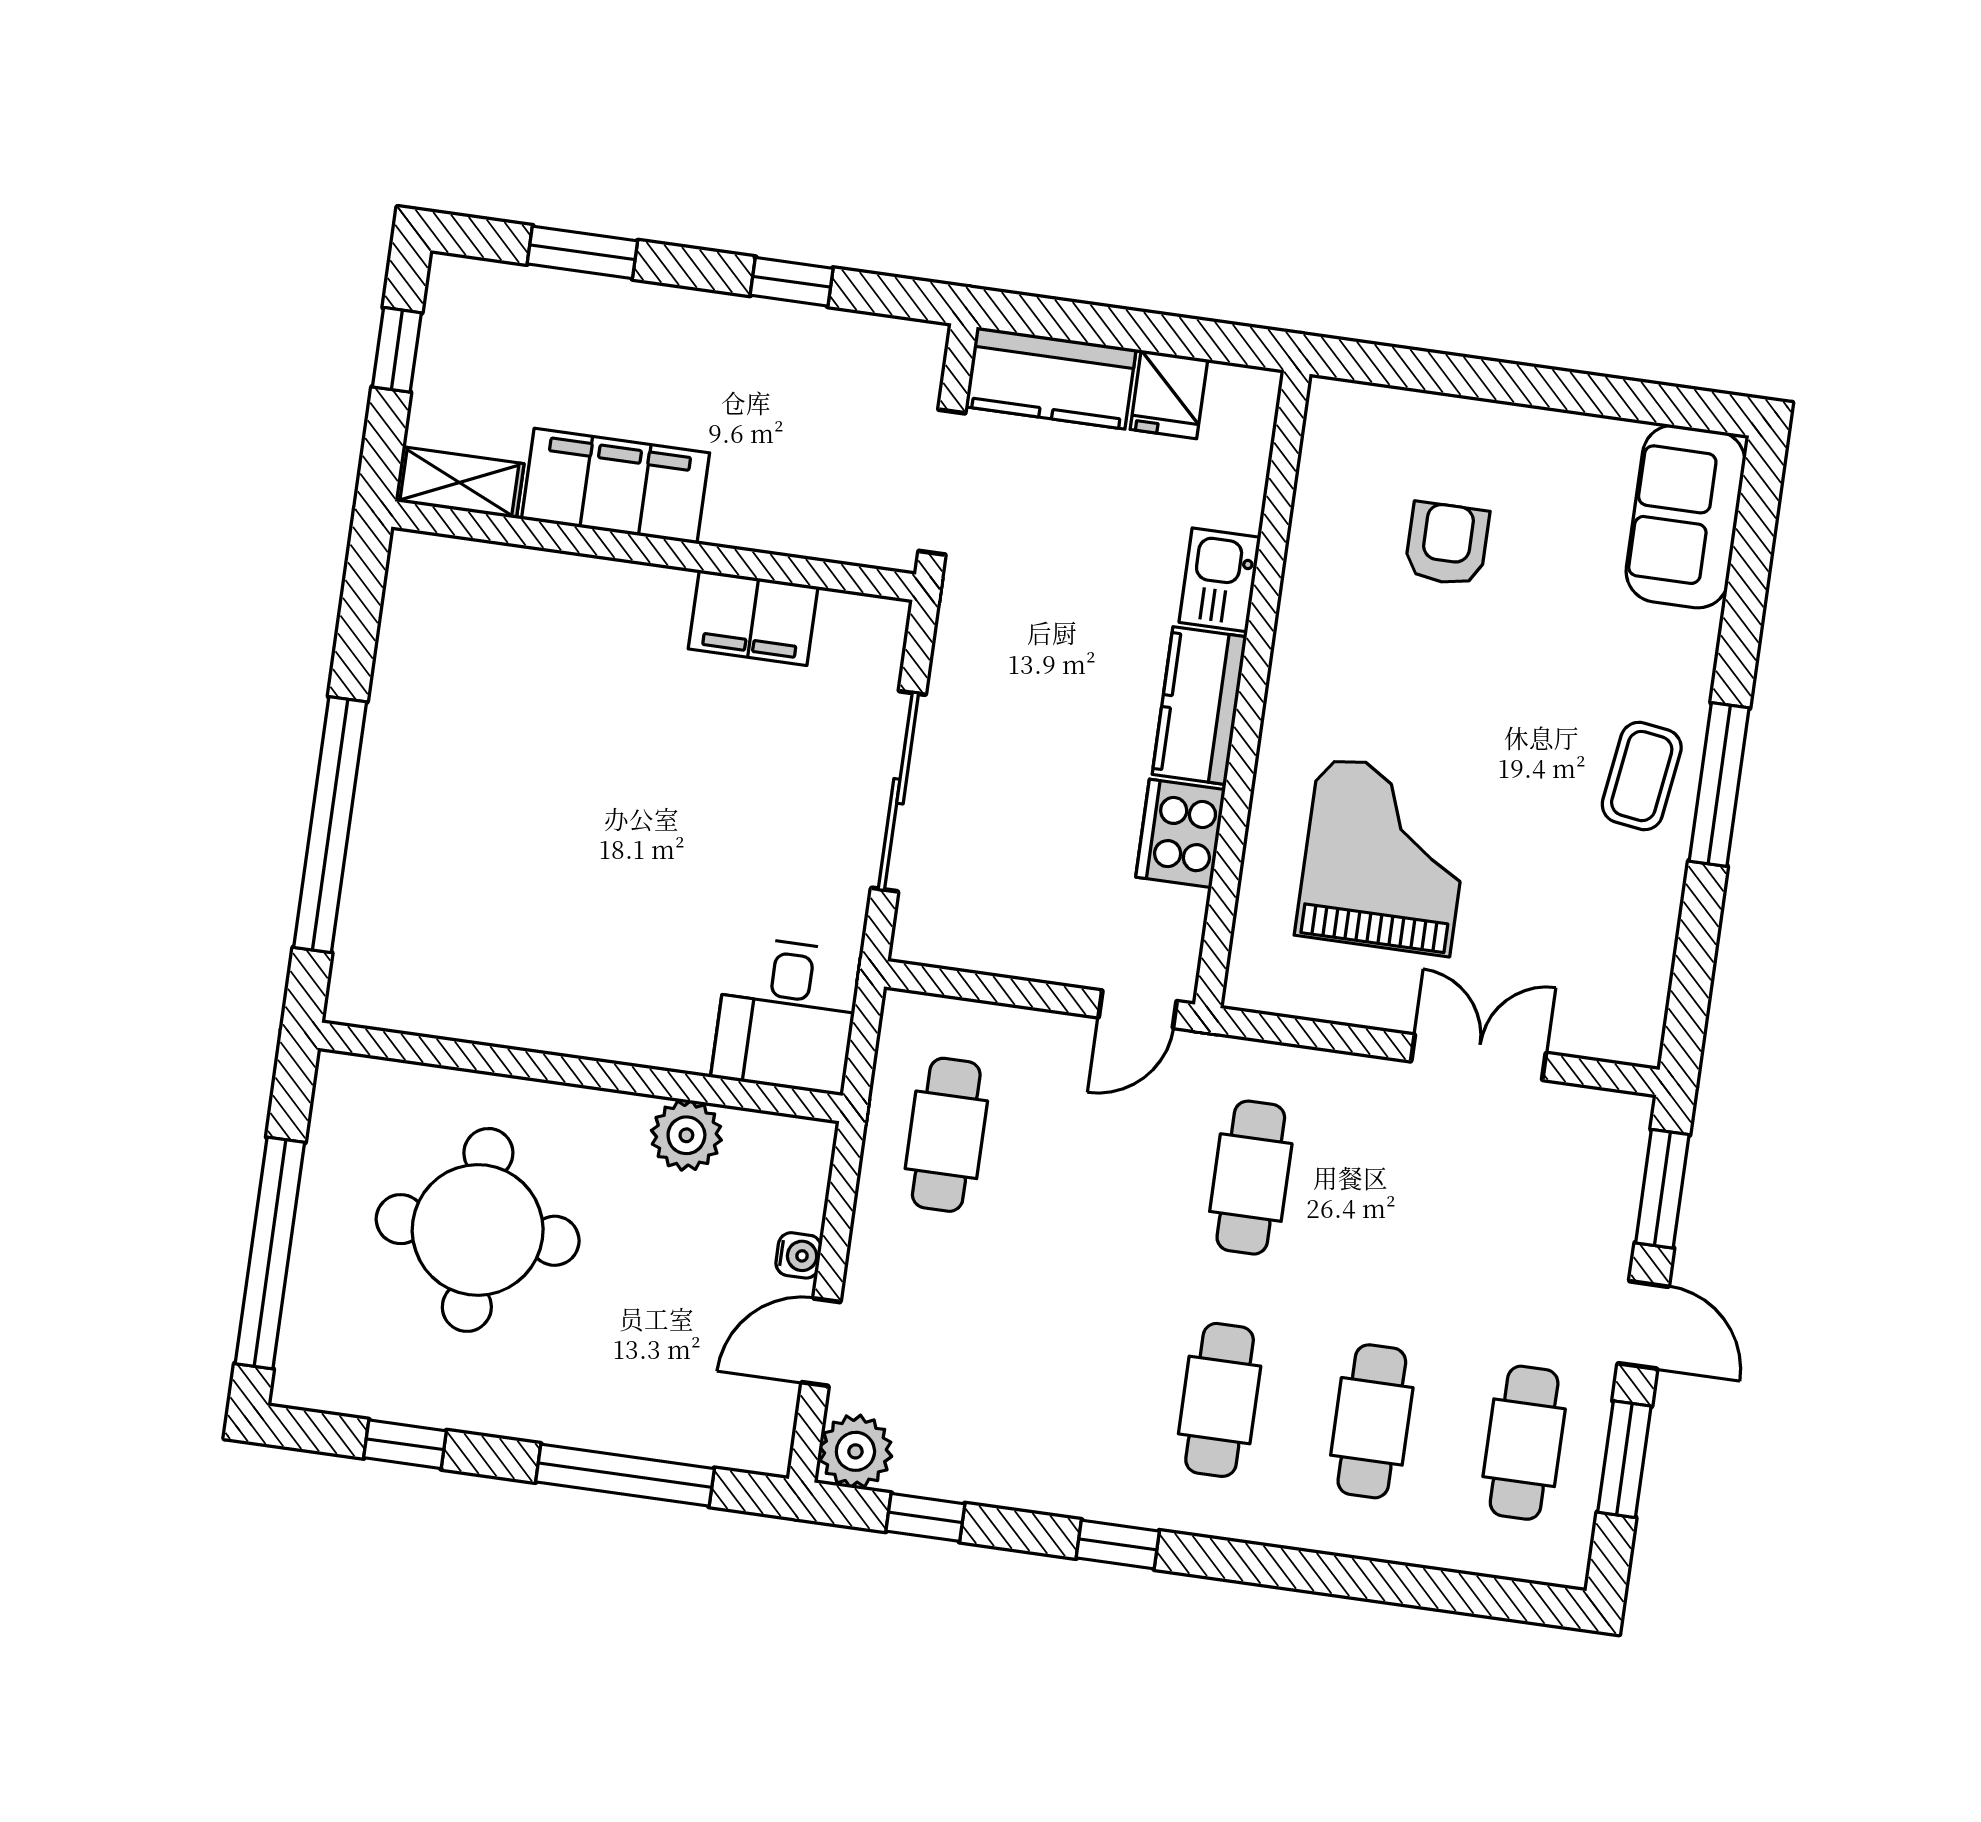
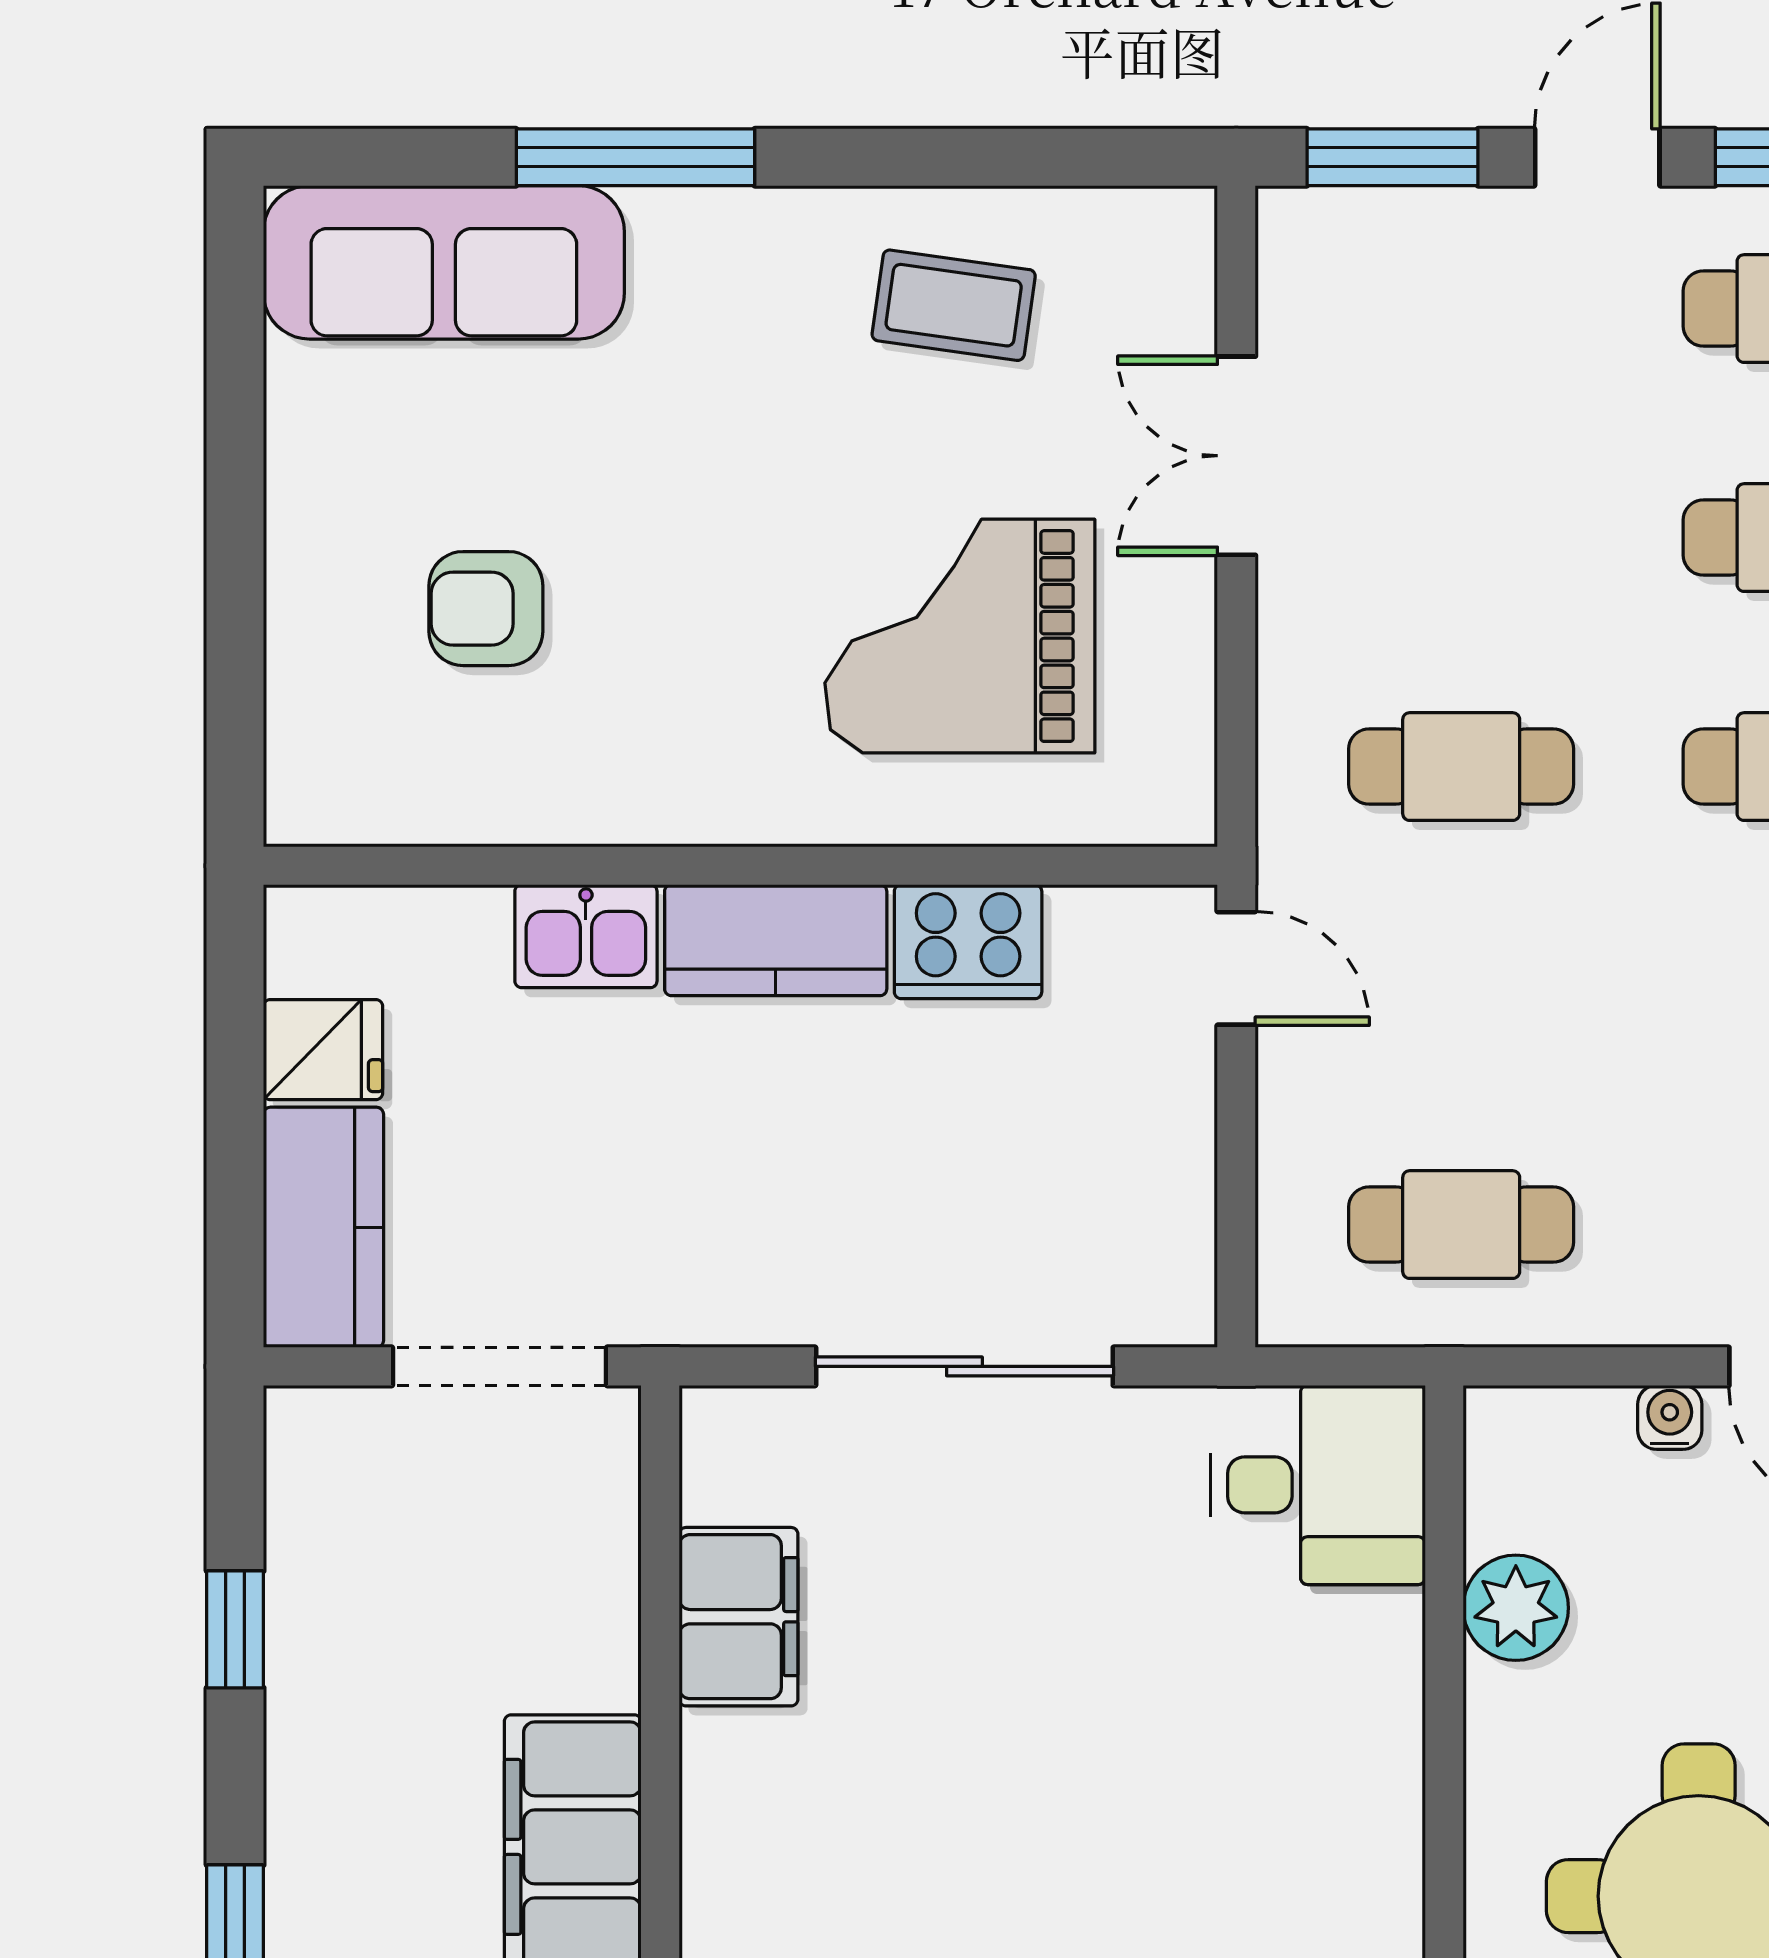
sofa: (1686, 517) -> (444, 262), width x1.36
coffee table: (1642, 776) -> (954, 305), moved
window: (1719, 784) -> (635, 157), moved

